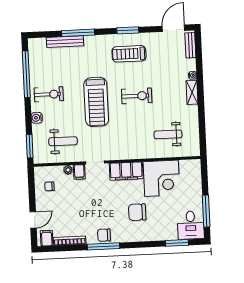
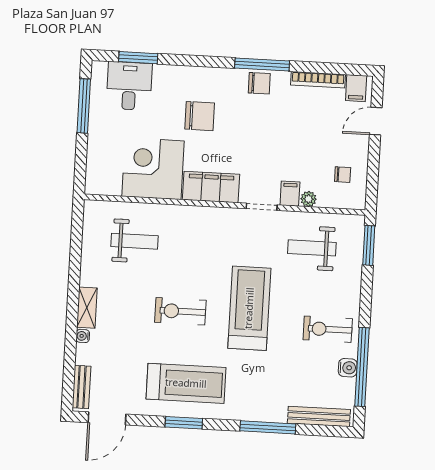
bench: (65, 42) -> (319, 416), moved
treadmill: (129, 54) -> (186, 383), width x1.37, depth x1.38
water cooler: (37, 118) -> (348, 368), moved
desk: (191, 225) -> (129, 86), moved

